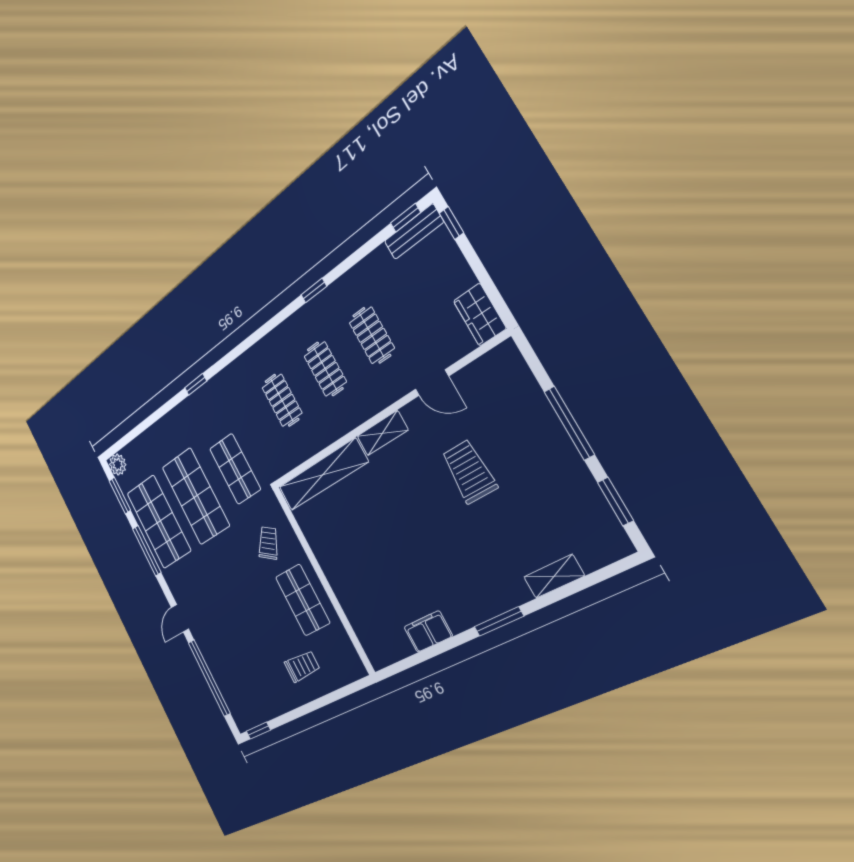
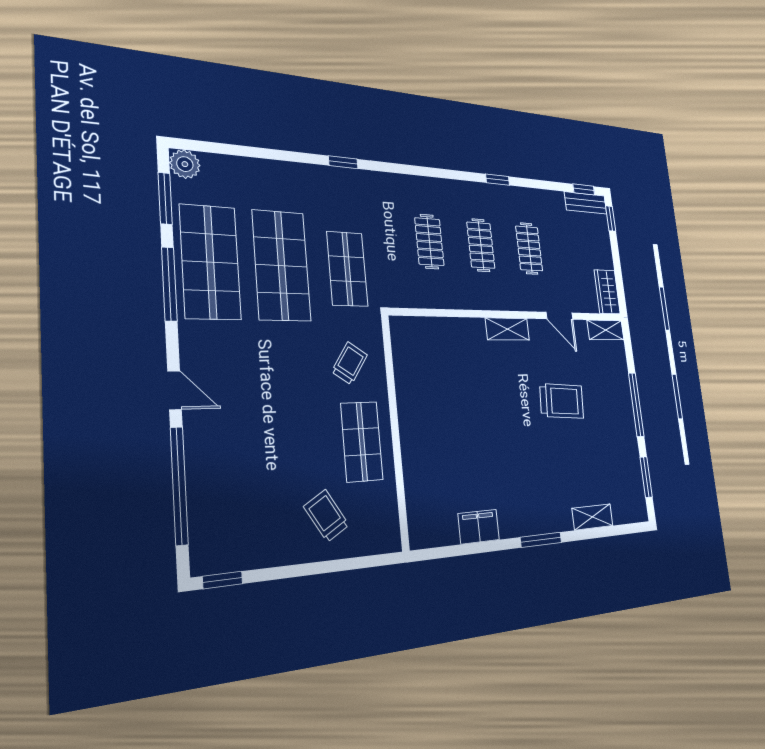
trolley: (469, 472) -> (562, 401), turned 94
shelving: (323, 475) -> (606, 330), moved, width x0.45, depth x0.75
door: (180, 618) -> (175, 390), swing flipped
trolley: (302, 666) -> (326, 516), turned -121

